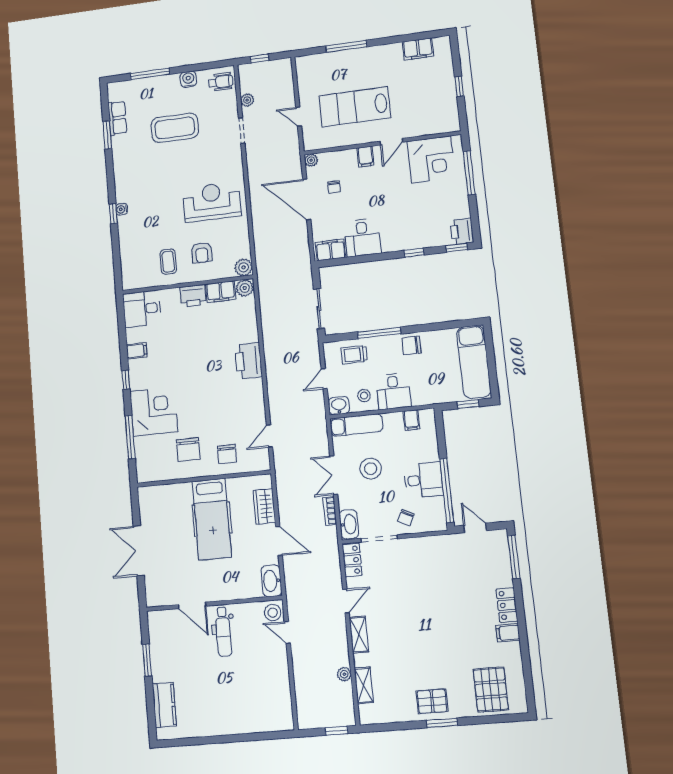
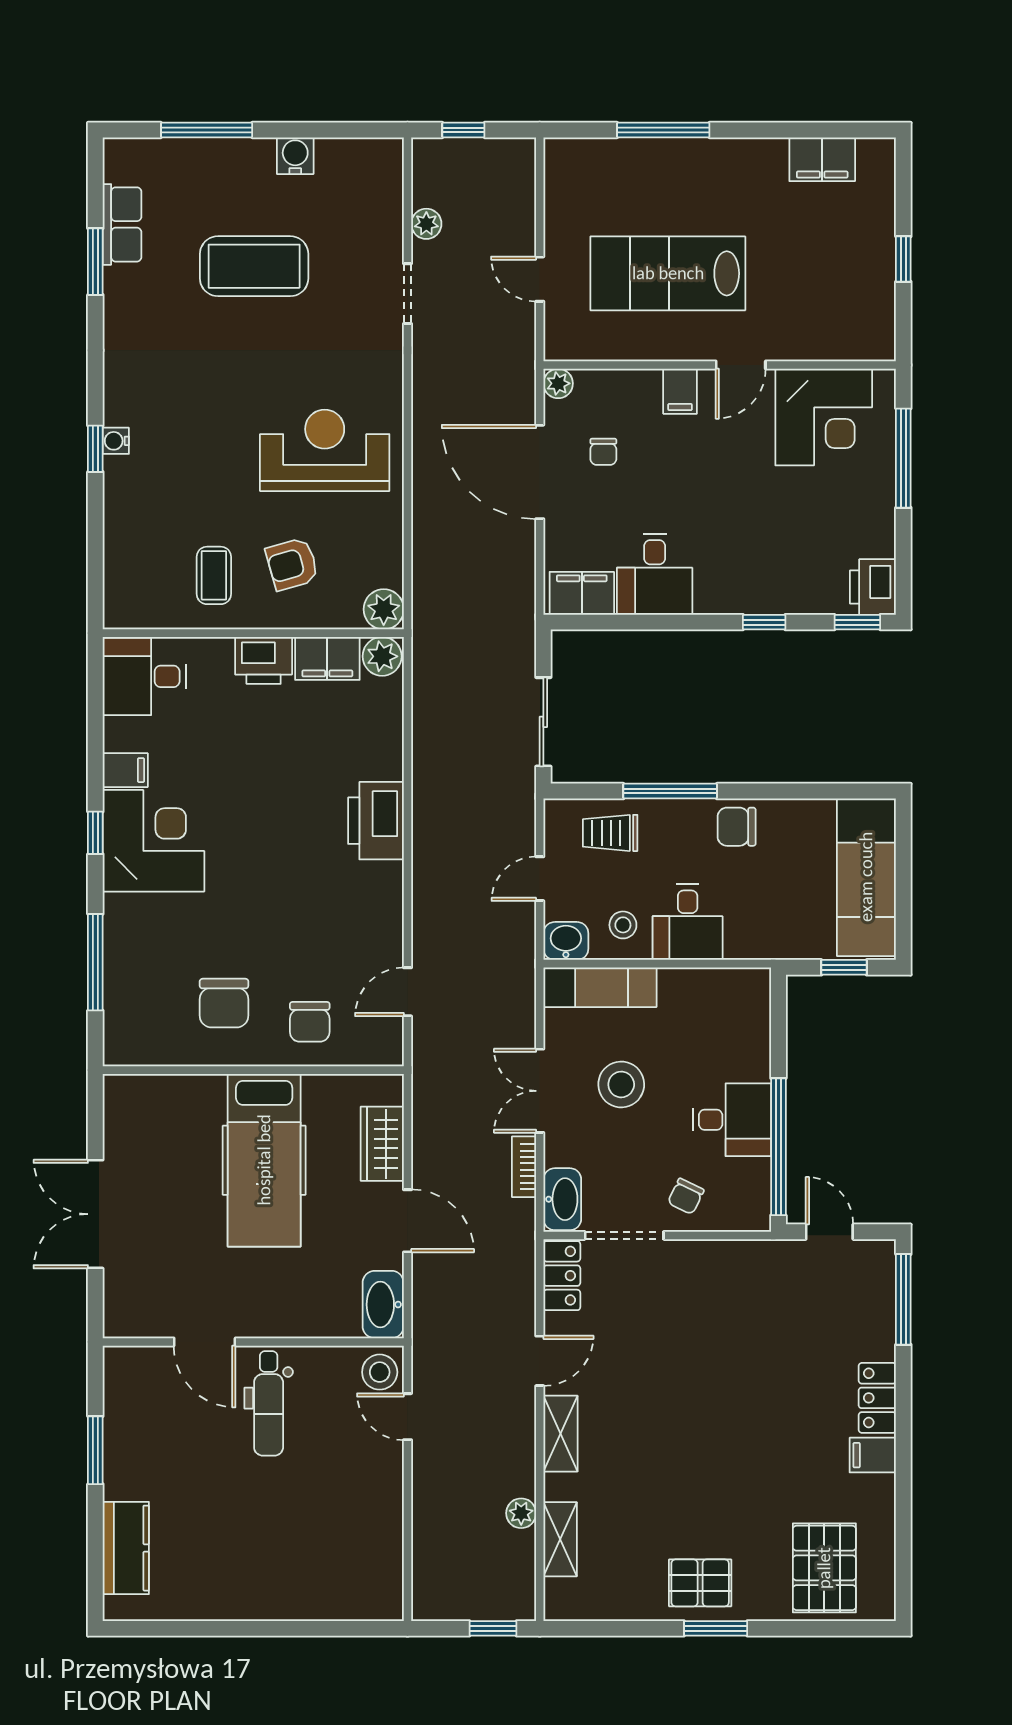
wheelchair: (221, 82) -> (370, 172), removed
armchair: (202, 253) -> (292, 564), turned 74
corner desk: (154, 411) -> (153, 841), moved
filing cabinet: (411, 420) -> (720, 989), removed

